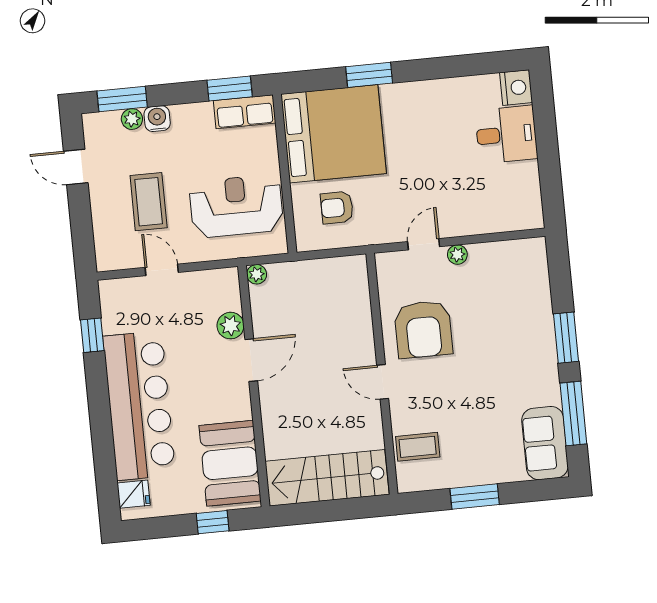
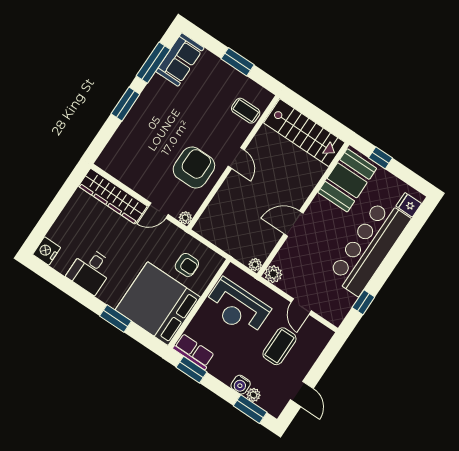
desk: (506, 135) -> (90, 271), moved, turned -90
wardrobe: (491, 217) -> (113, 196), added
plant: (457, 255) -> (185, 218), moved
plant: (230, 326) -> (273, 274), moved

